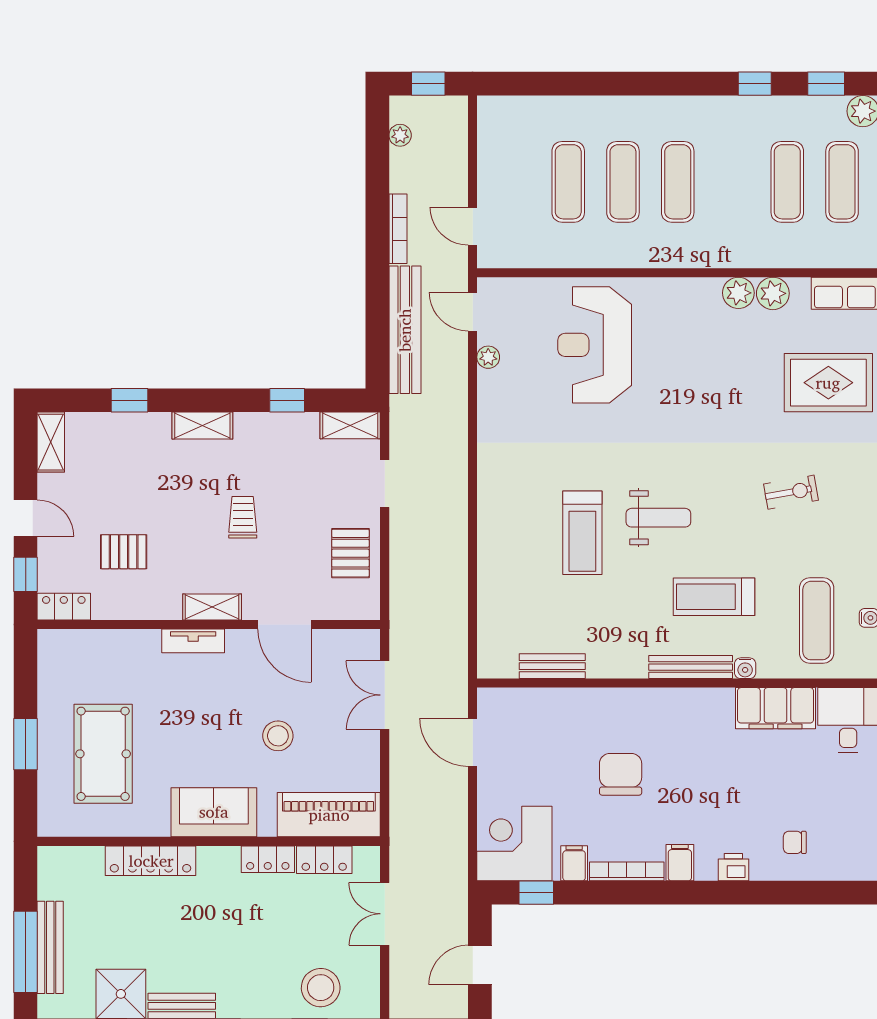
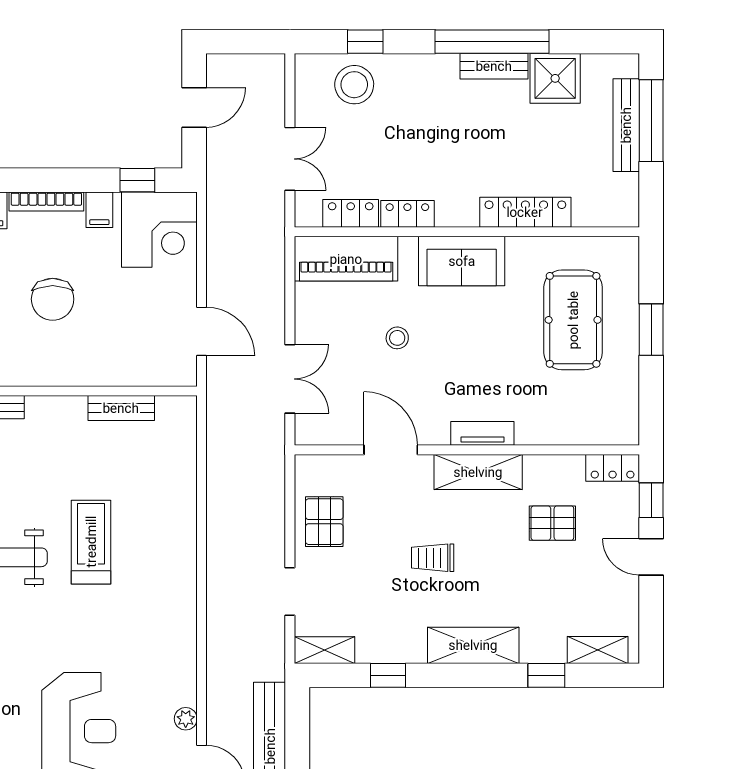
shelving: (202, 426) -> (473, 645), width x1.50, depth x1.33
shelving: (51, 442) -> (598, 650), moved, turned 90
trolley: (243, 517) -> (433, 558), turned 90
shelving: (212, 607) -> (478, 472), width x1.50, depth x1.33
stool: (278, 736) -> (397, 338), width x0.73, depth x0.73

